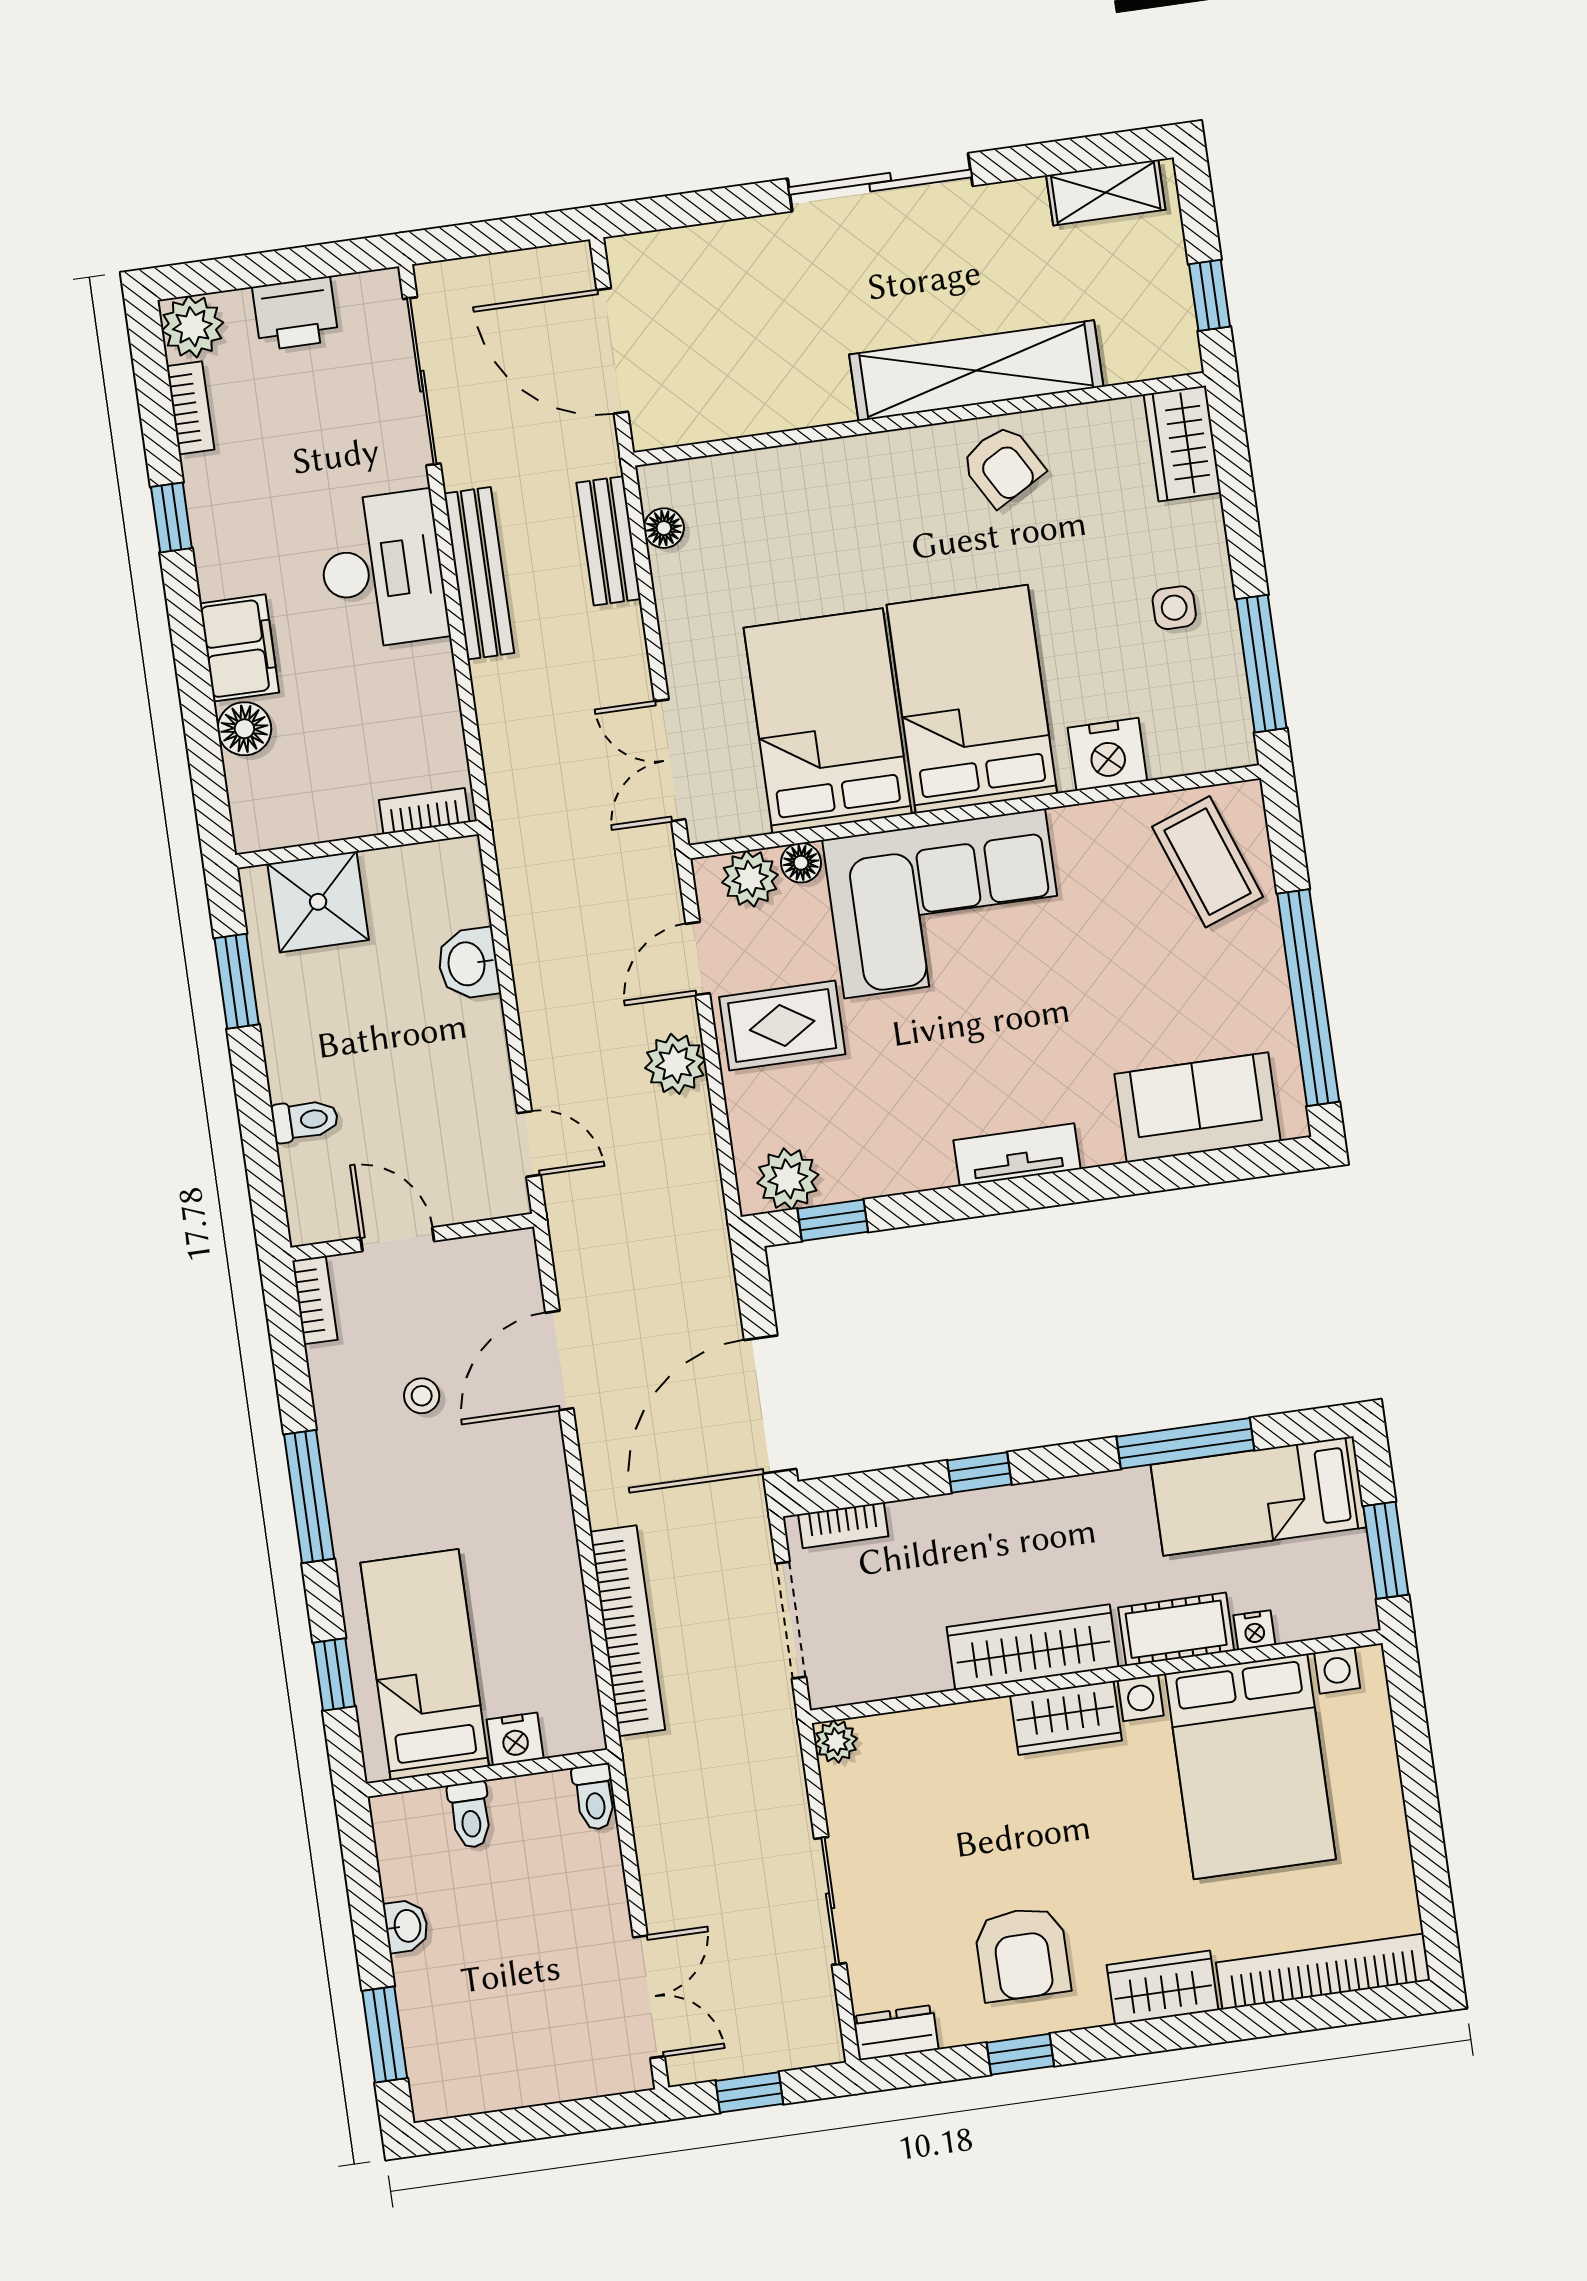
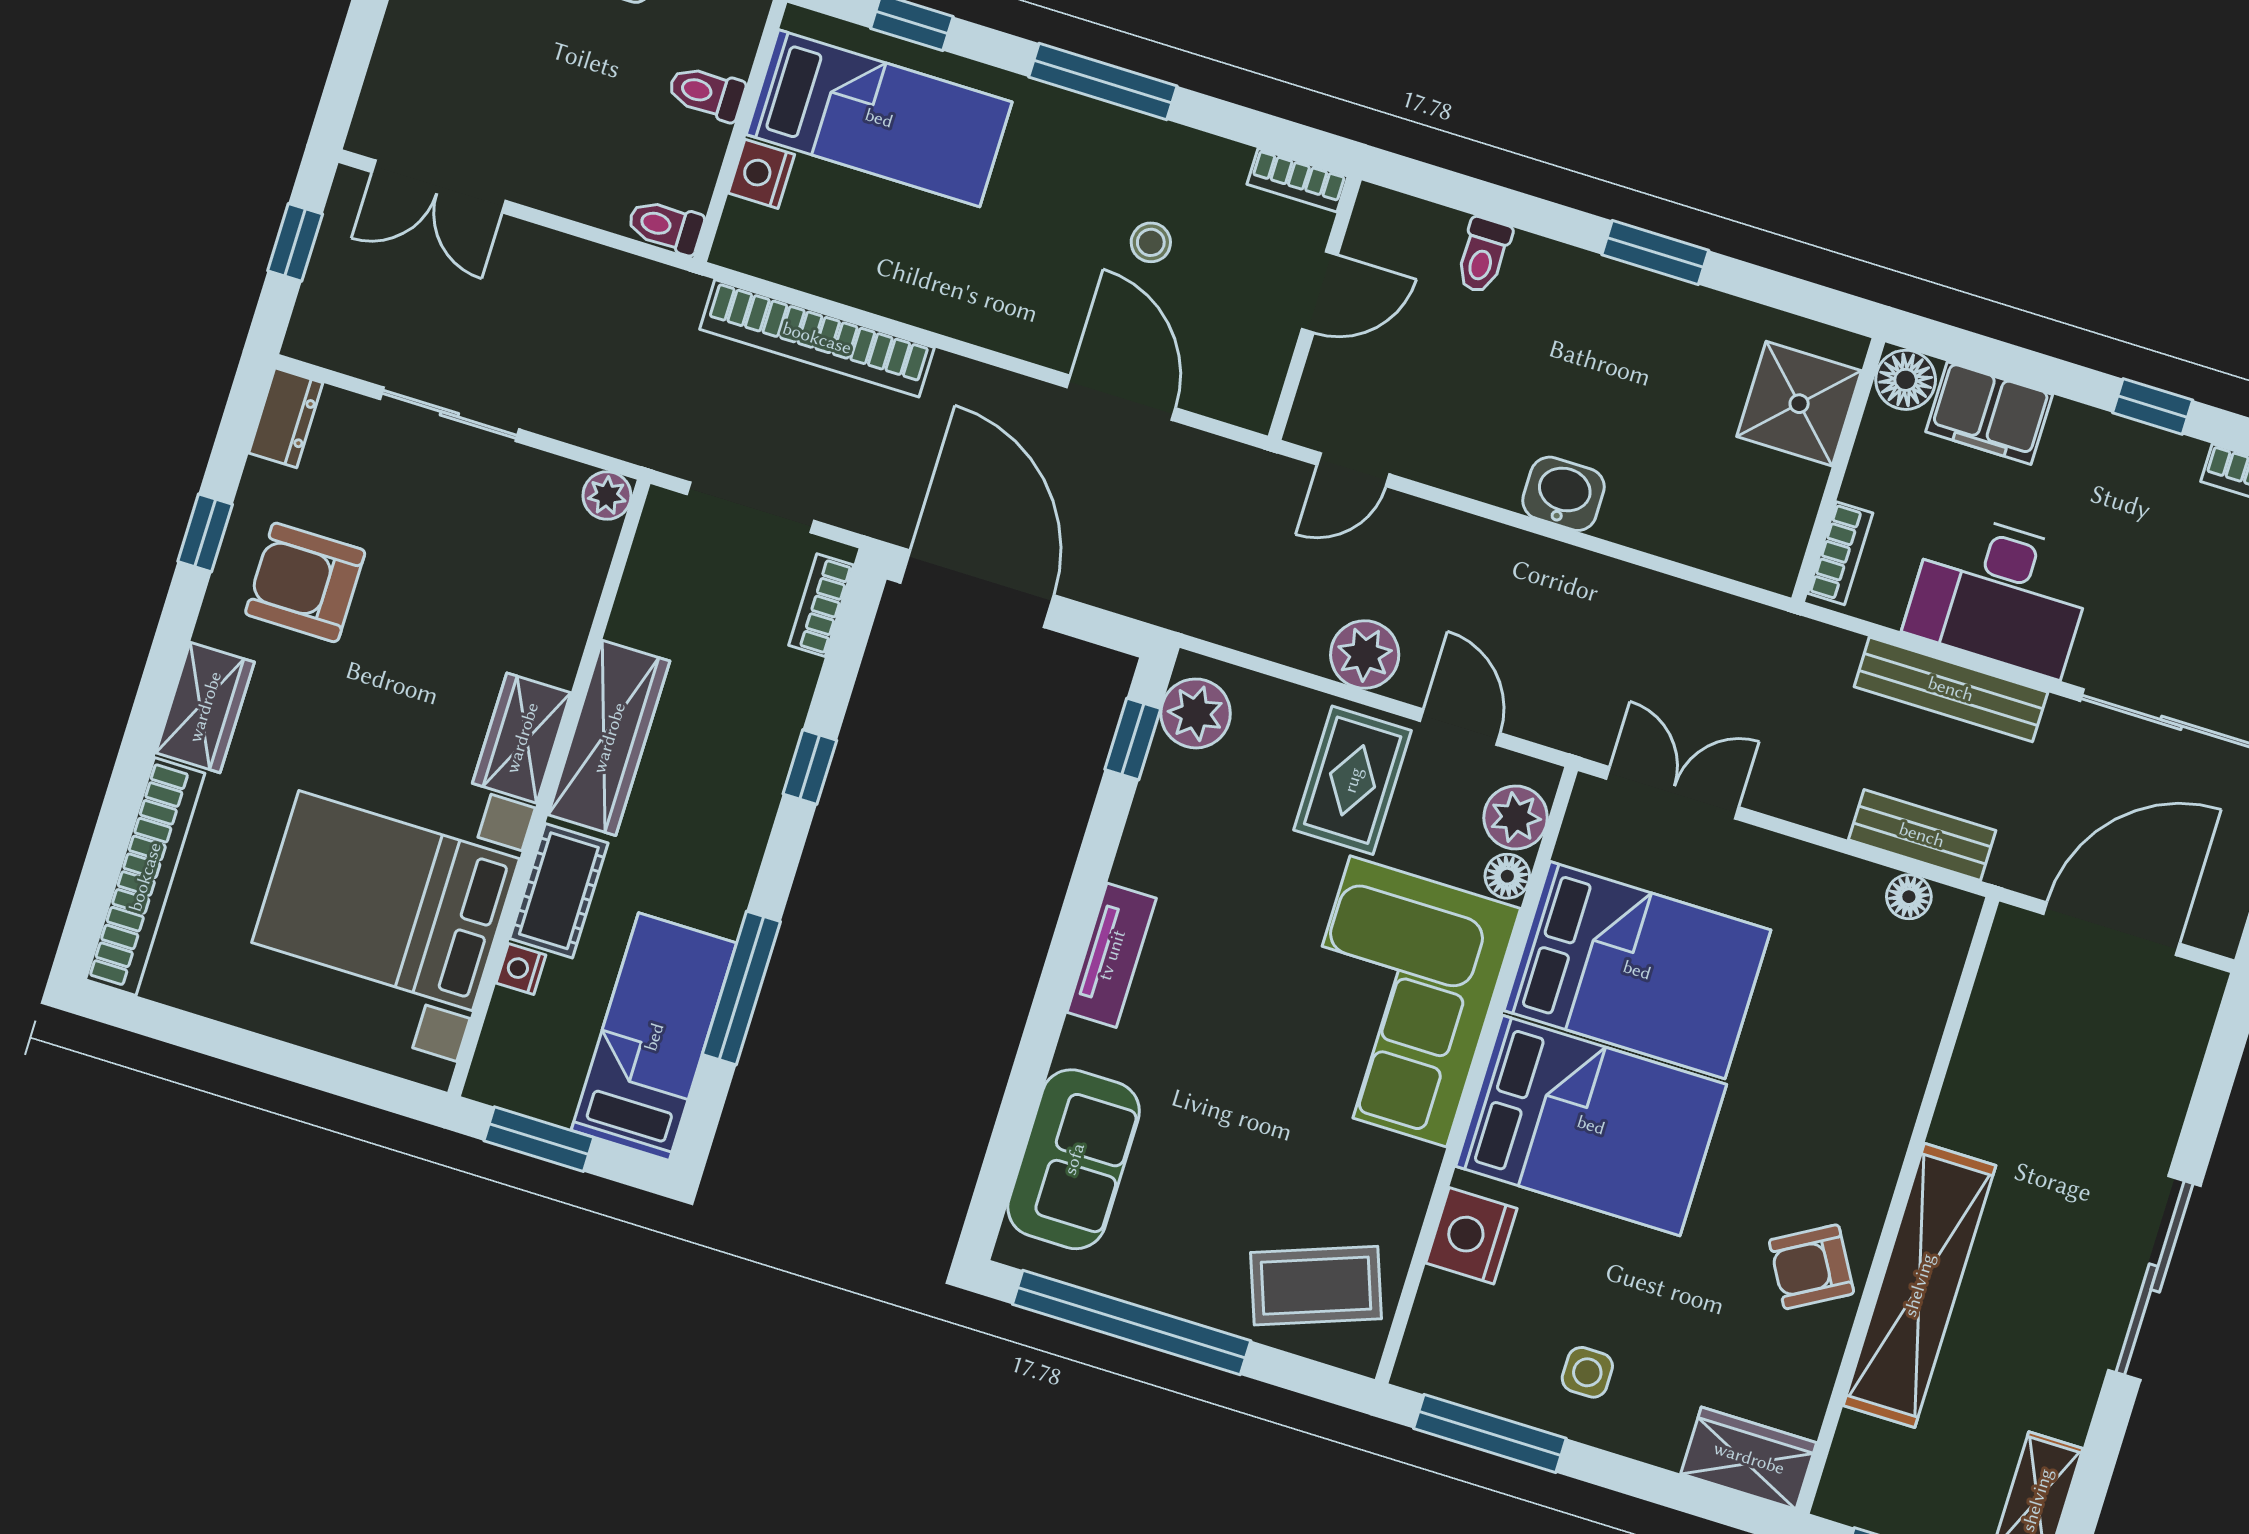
bookcase: (424, 811) -> (1840, 553), moved
wall: (357, 844) -> (1838, 470), moved
shower: (318, 902) -> (1799, 404), moved

